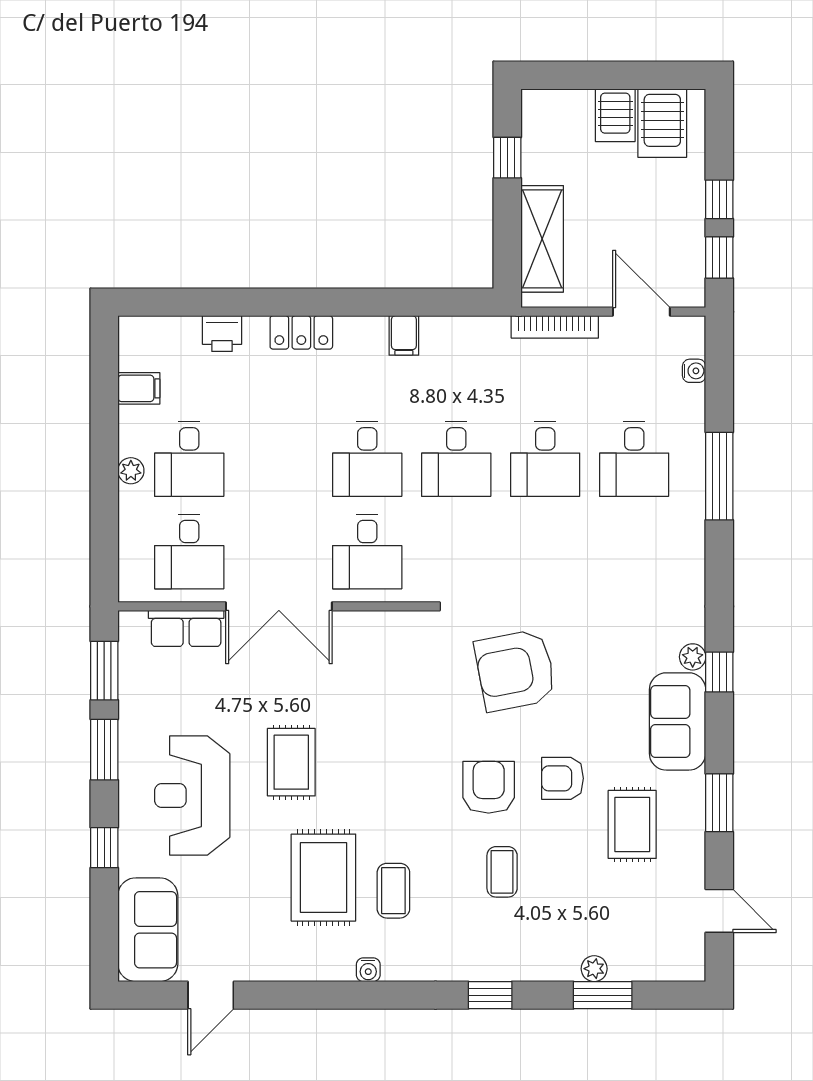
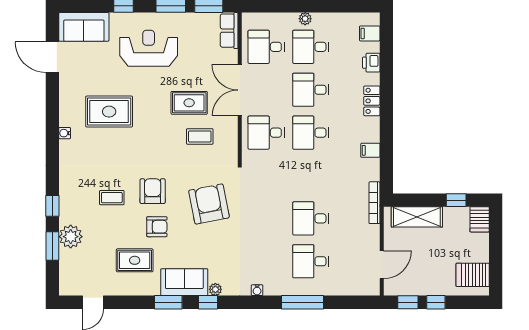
server rack: (615, 115) -> (480, 219), moved, turned -90
bookcase: (555, 327) -> (374, 203), moved
water cooler: (694, 371) -> (257, 290), moved
filing cabinet: (139, 388) -> (370, 33), moved, turned 90
desk: (456, 459) -> (311, 90), moved
row of seats: (186, 628) -> (229, 31), moved
rug: (291, 762) -> (189, 103), moved
armchair: (562, 778) -> (157, 227), turned 90
armchair: (489, 787) -> (153, 191), turned -90
window: (719, 803) -> (168, 302), moved
coffee table: (393, 891) -> (200, 136), moved
plant: (594, 969) -> (71, 237), width x1.88, depth x1.88
door: (211, 995) -> (52, 57), width x1.38
window: (490, 995) -> (52, 206), moved

